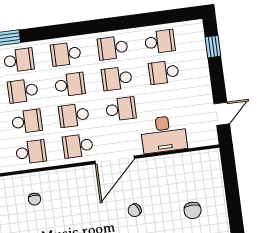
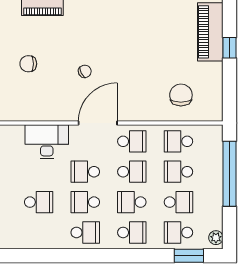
school desk: (160, 42) -> (39, 232), removed
school desk: (117, 78) -> (85, 202), turned 180
chair: (35, 199) -> (181, 95), width x1.87, depth x1.87
chair: (193, 210) -> (28, 64), turned -90

